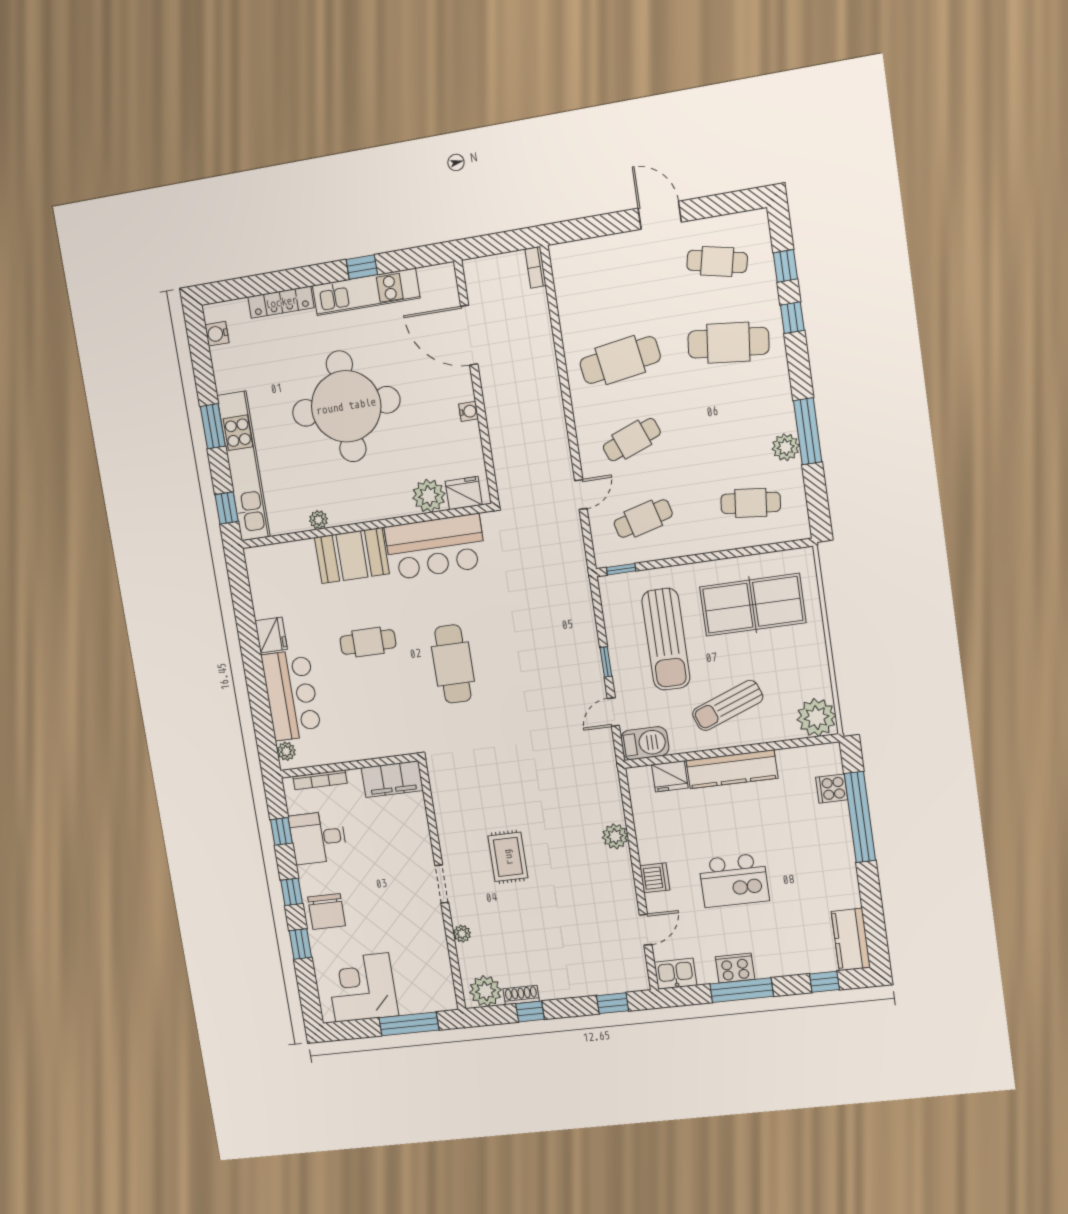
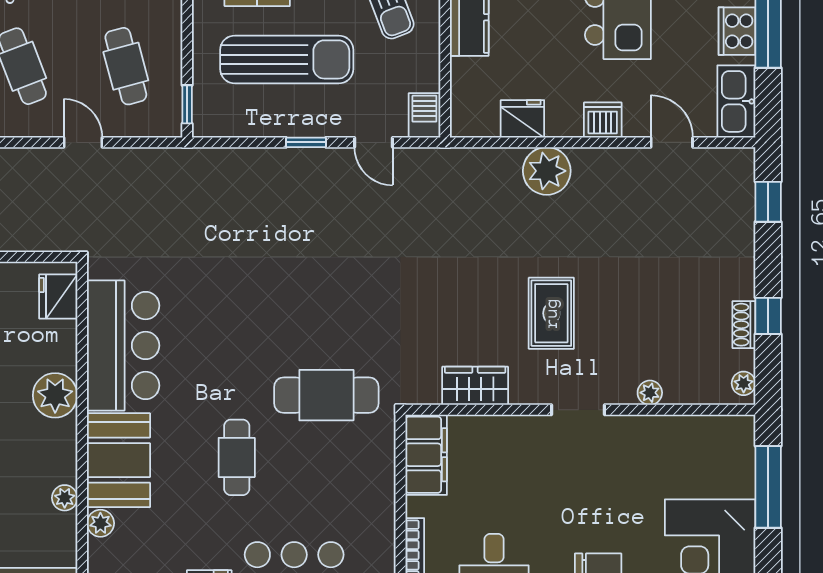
plant: (429, 496) -> (55, 395), moved
plant: (305, 549) -> (100, 523), added
cafe table: (453, 664) -> (326, 395), moved
barbecue: (645, 743) -> (424, 115), width x0.73, depth x0.79
fridge: (670, 776) -> (522, 119), moved, turned -90
wardrobe: (447, 808) -> (475, 386), added
plant: (615, 836) -> (547, 171), width x1.36, depth x1.36
rug: (508, 857) -> (551, 313), turned 90
kitchen sink: (675, 974) -> (736, 101), width x1.38
plant: (485, 991) -> (744, 383), width x0.53, depth x0.53

